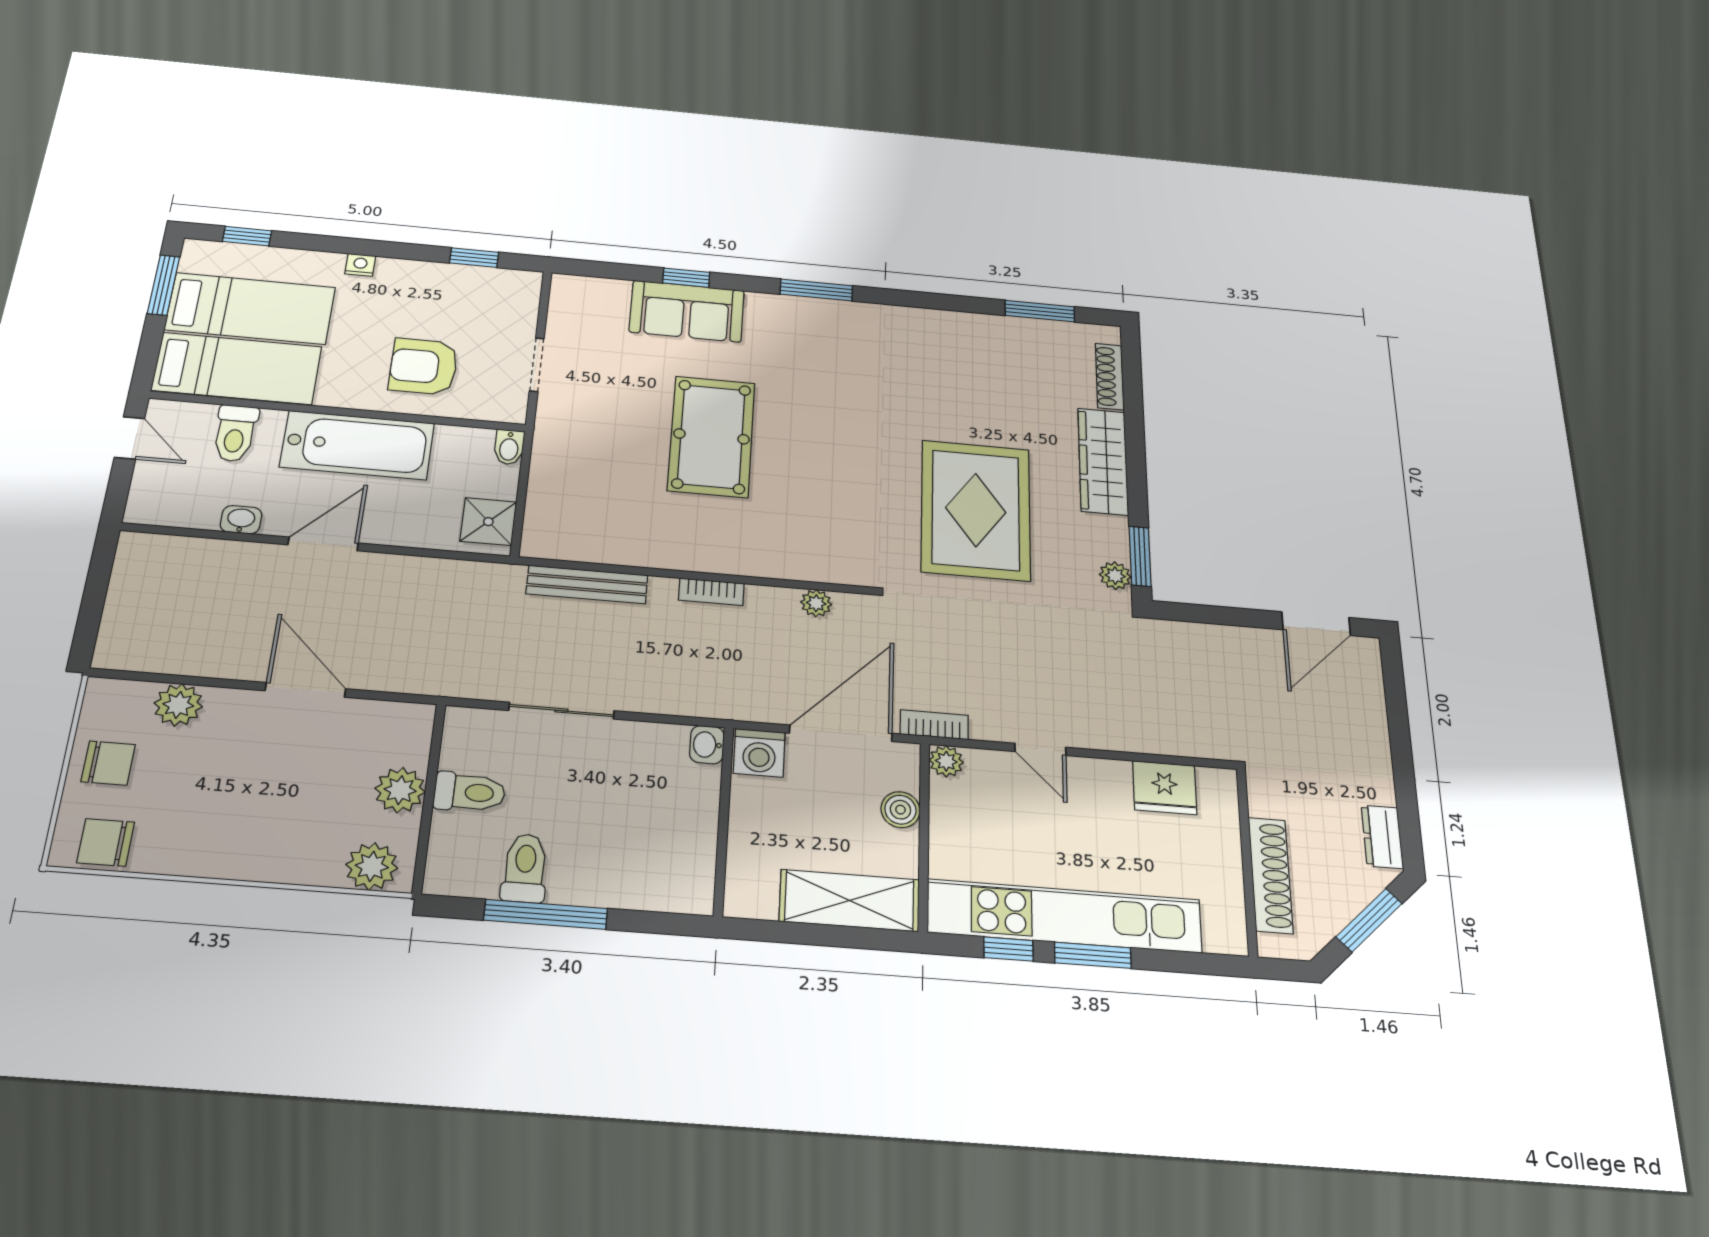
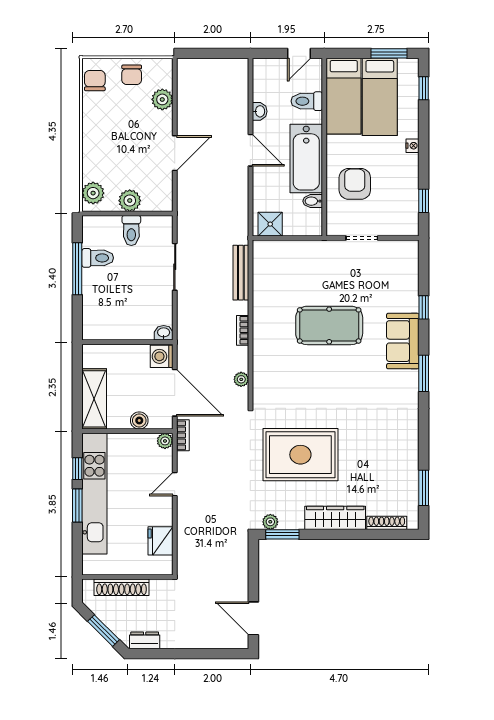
sofa: (687, 311) -> (403, 341), moved
bidet: (509, 447) -> (313, 201), moved

